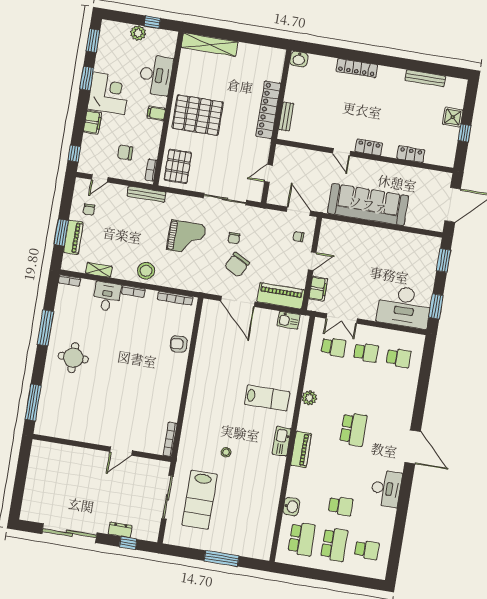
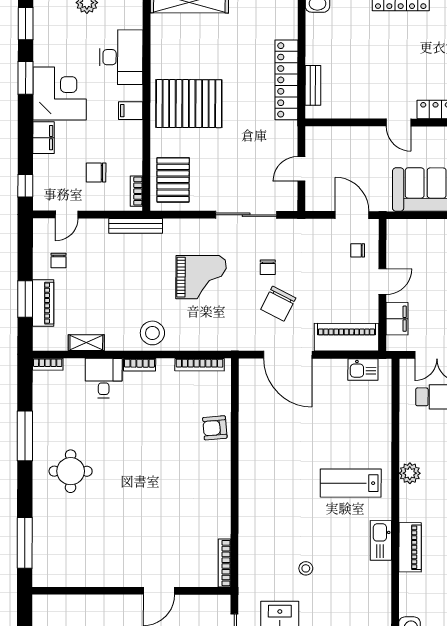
lab bench: (267, 398) -> (351, 483), turned 180

